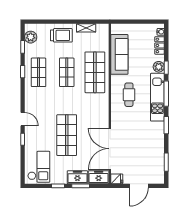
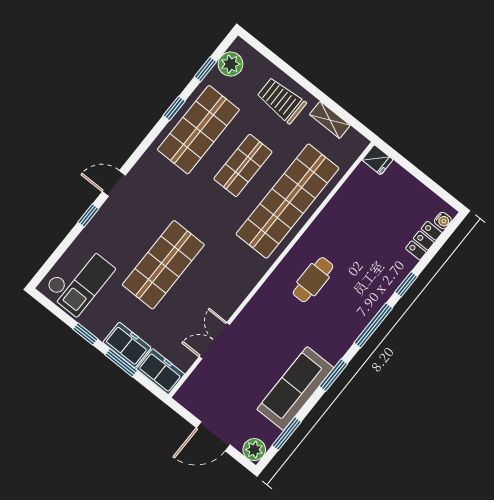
trolley: (61, 35) -> (281, 100), turned 180
sofa: (119, 54) -> (295, 389), moved, turned 180
plant: (159, 67) -> (254, 450), moved
shop shelf: (39, 72) -> (198, 130), width x1.43, depth x1.36
shop shelf: (95, 72) -> (287, 201), width x1.40
kitchen unit: (157, 97) -> (355, 320), removed
door: (23, 119) -> (114, 184), swing flipped
double door: (110, 149) -> (214, 341), width x0.54
fridge: (117, 179) -> (377, 160), moved

